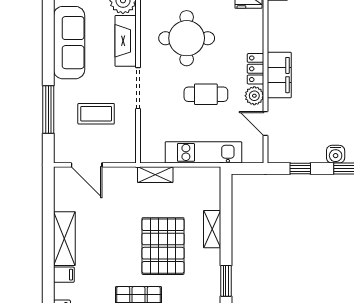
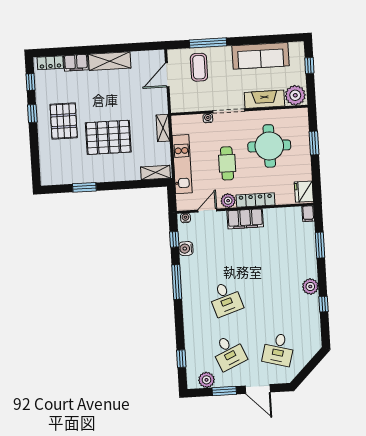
locker: (256, 69) -> (255, 200), width x1.53
coffee table: (96, 114) -> (199, 67), moved
water cooler: (146, 116) -> (208, 118), added
water cooler: (273, 152) -> (185, 218), added
water cooler: (336, 154) -> (186, 249), moved
shelving: (212, 229) -> (156, 172), moved
filing cabinet: (64, 275) -> (76, 63), width x2.00

